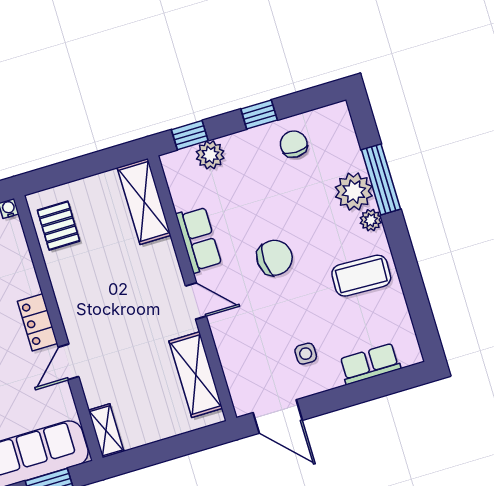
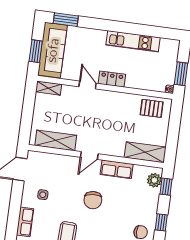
plant: (210, 155) -> (154, 180), moved

